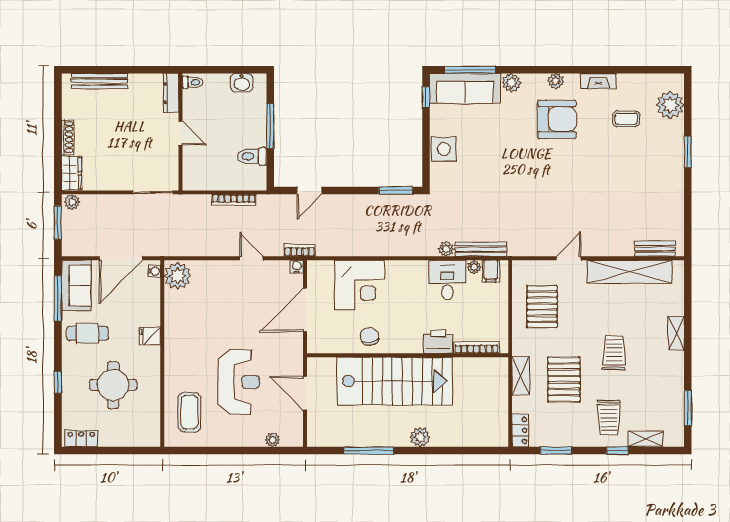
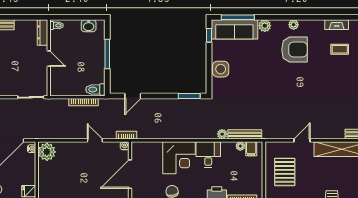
fireplace: (598, 81) -> (337, 25), moved
toilet: (252, 156) -> (95, 89), moved
desk: (447, 280) -> (208, 154), moved
corner desk: (360, 285) -> (179, 158), moved

